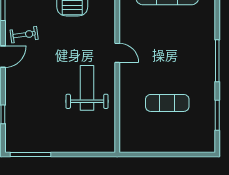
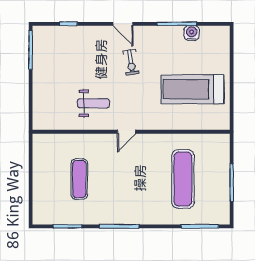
exercise bike: (24, 35) -> (131, 62), moved
weight bench: (87, 88) -> (93, 103), width x0.73, depth x0.75

